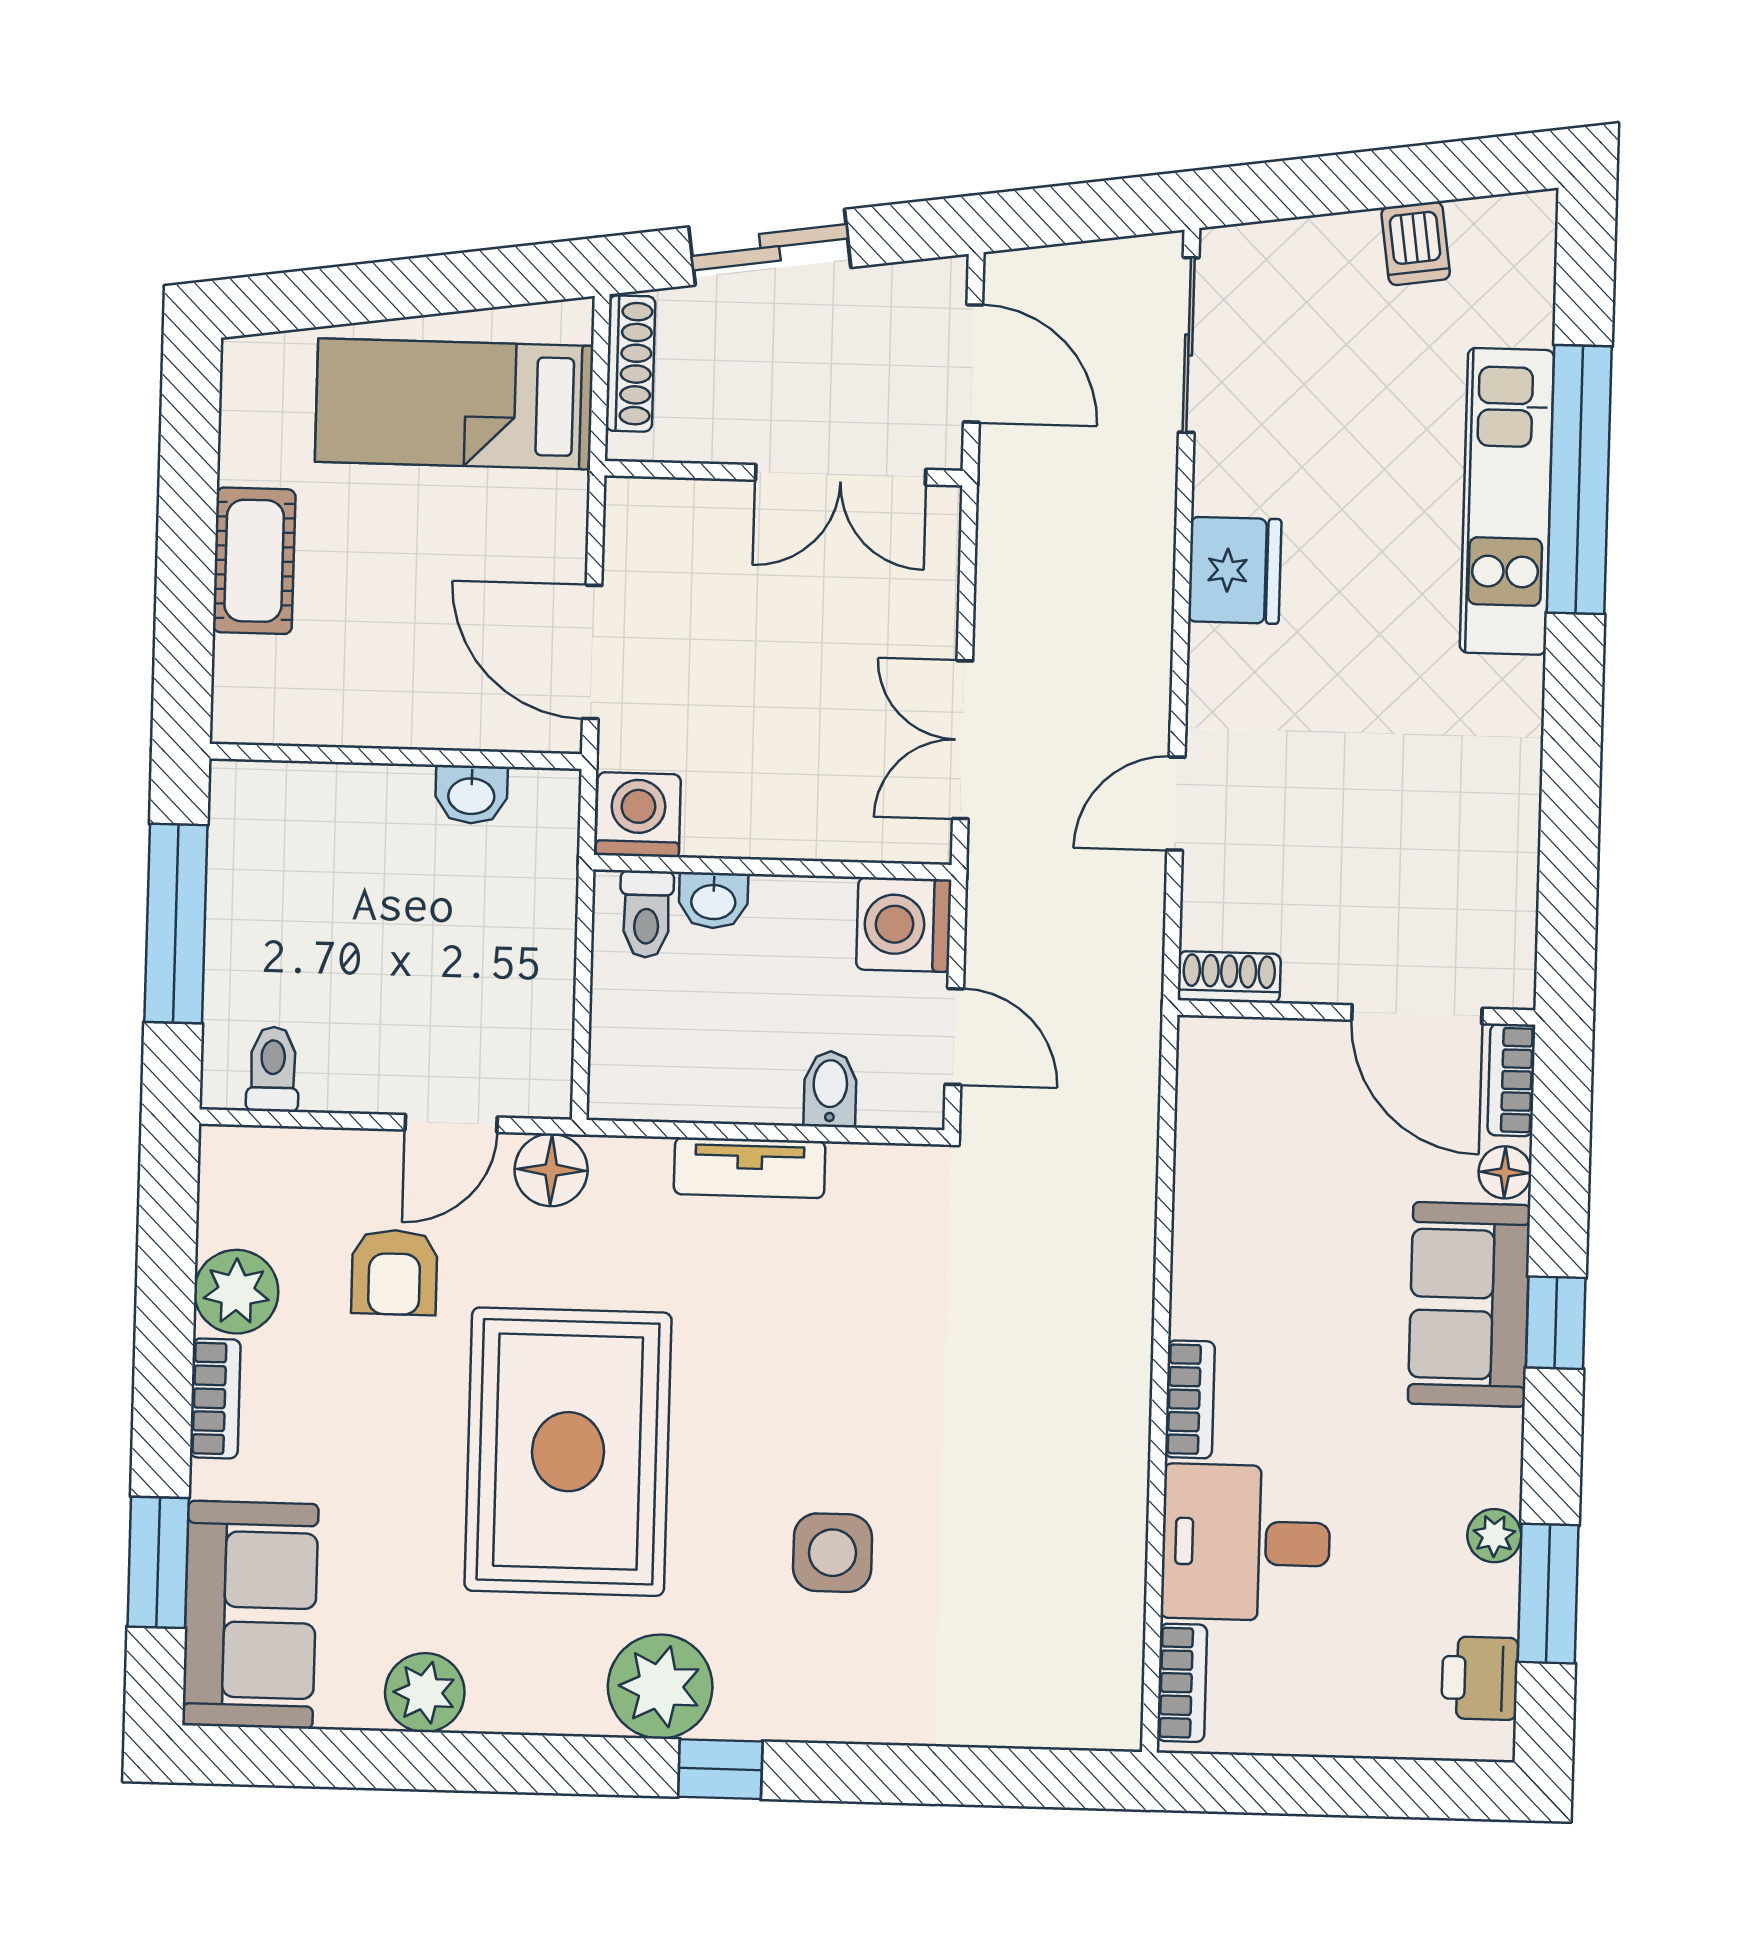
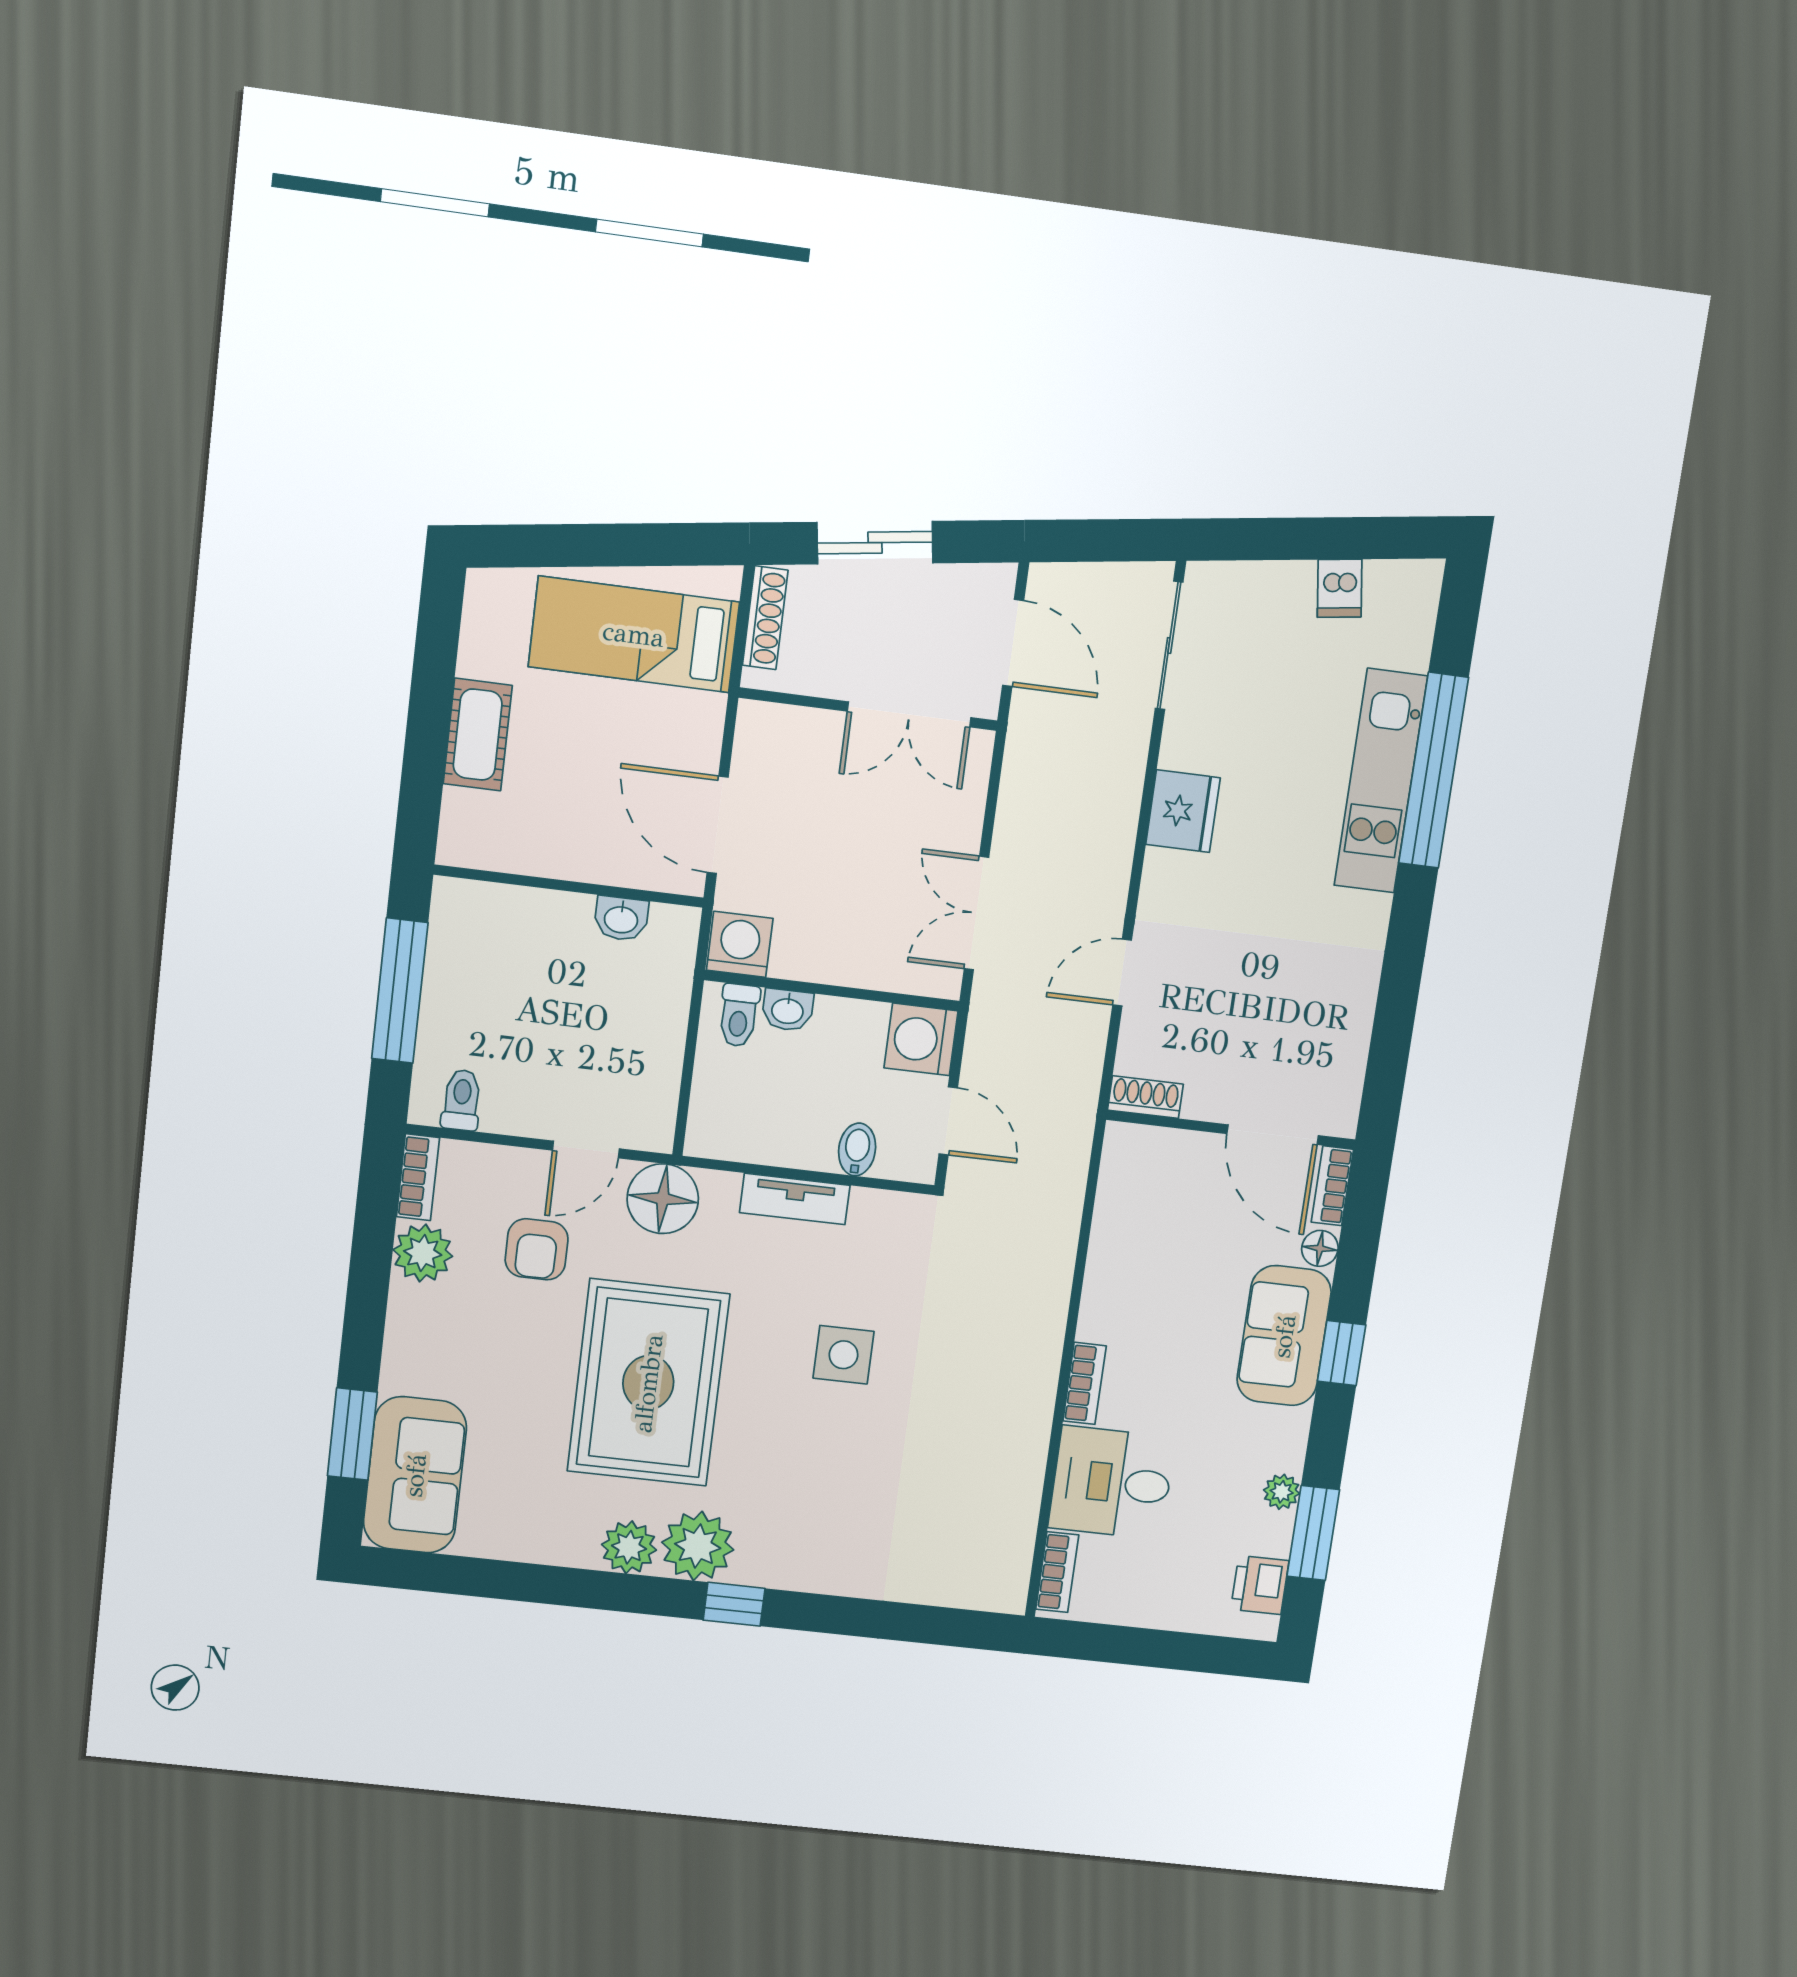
floor lamp: (551, 1170) -> (663, 1199), width x1.38, depth x1.38
bookcase: (215, 1398) -> (418, 1177), moved
side table: (833, 1553) -> (843, 1355), moved
plant: (425, 1693) -> (629, 1547), moved

